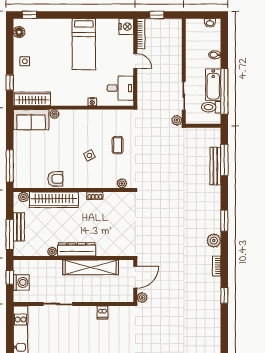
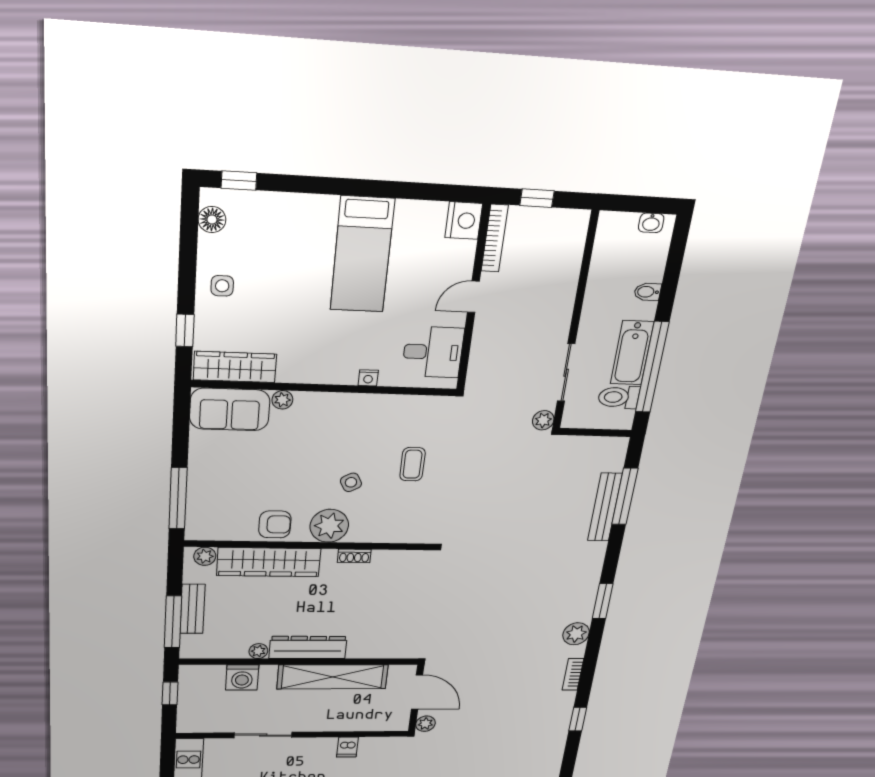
door: (135, 61) -> (473, 297), swing flipped
plant: (122, 183) -> (329, 526), moved, width x1.87, depth x1.87
door: (135, 277) -> (417, 692), hinge flipped
washing machine: (21, 282) -> (242, 677), moved, turned 90

